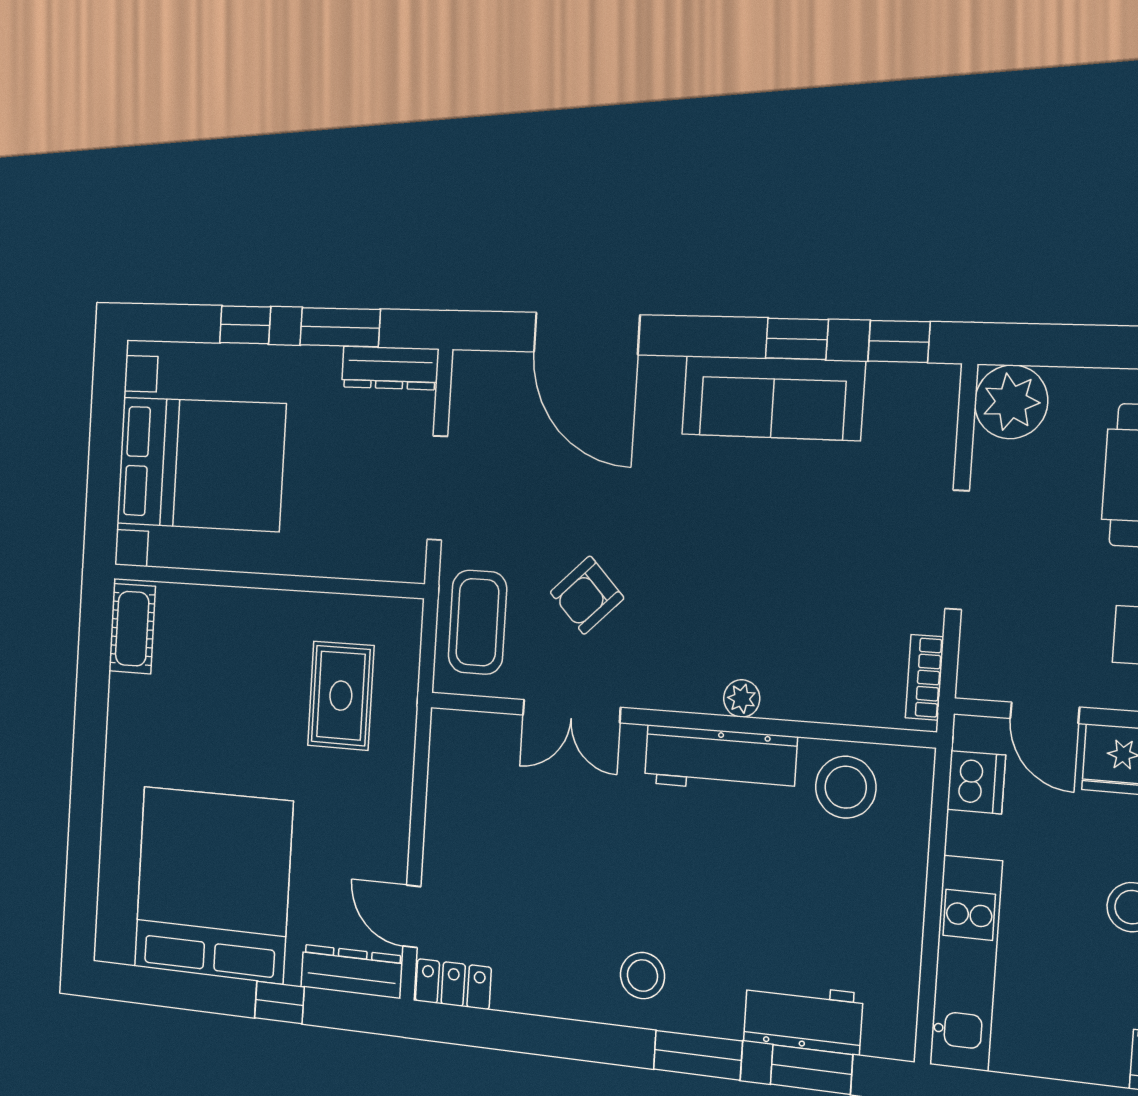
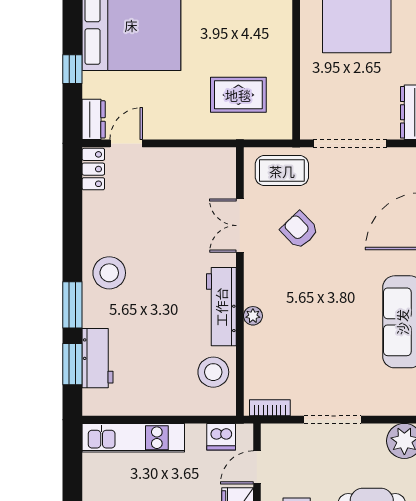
doorway: (437, 488) -> (350, 143), width x1.36
dresser: (352, 971) -> (94, 119), width x0.70
stool: (642, 976) -> (109, 273), width x1.38, depth x1.38

